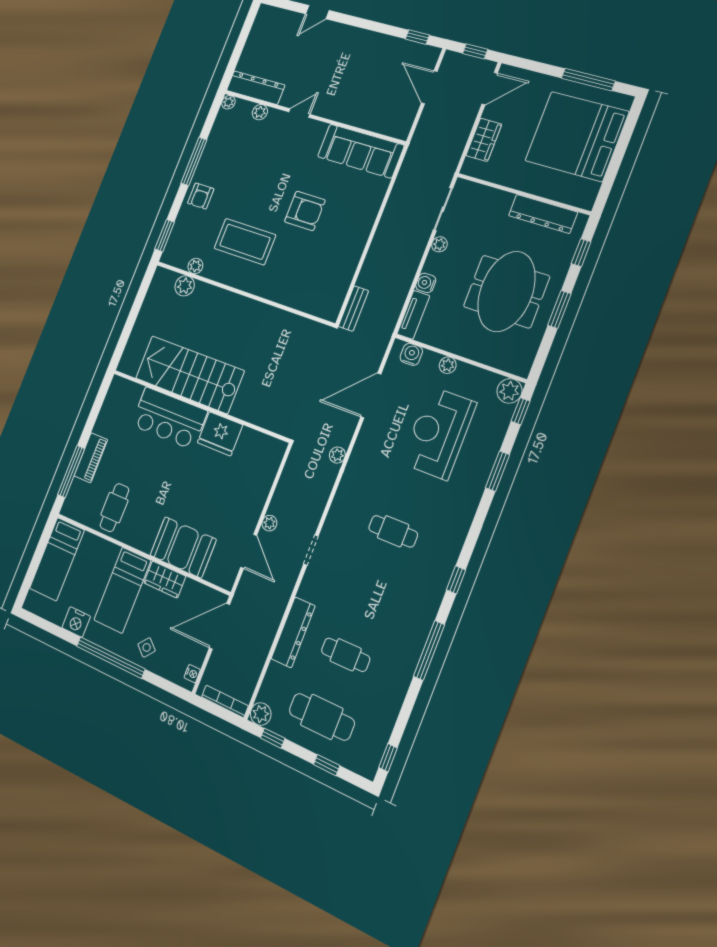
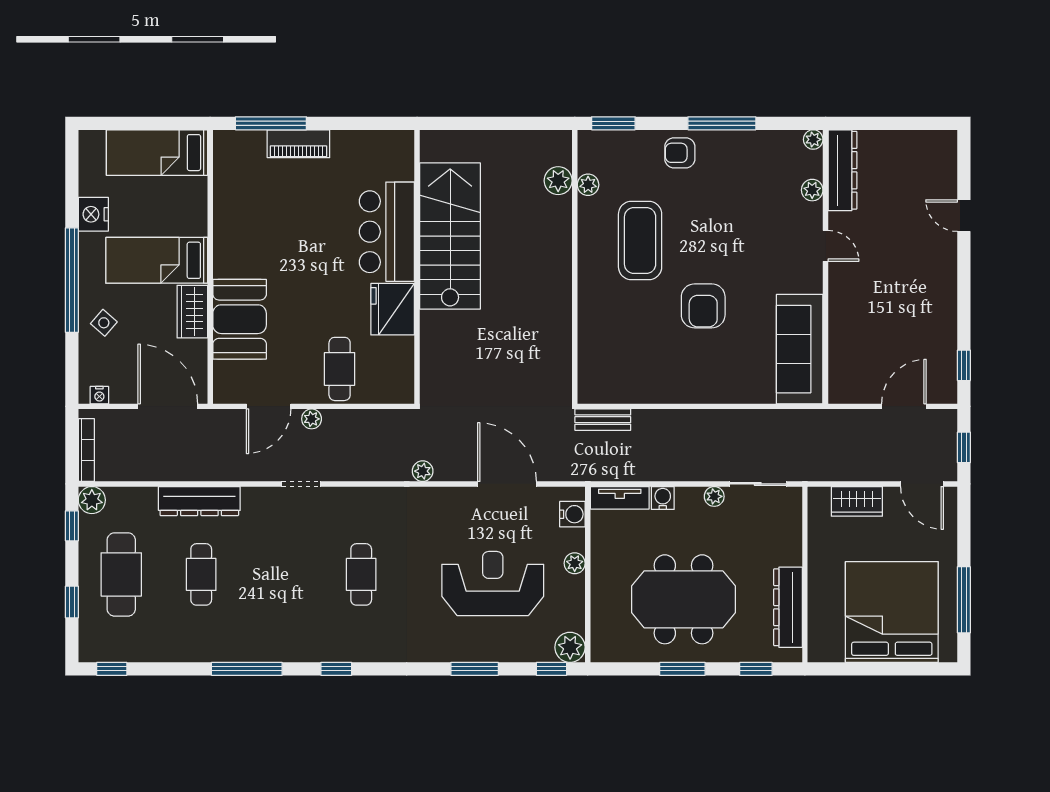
cafe table: (114, 508) -> (340, 369), moved, turned 90

